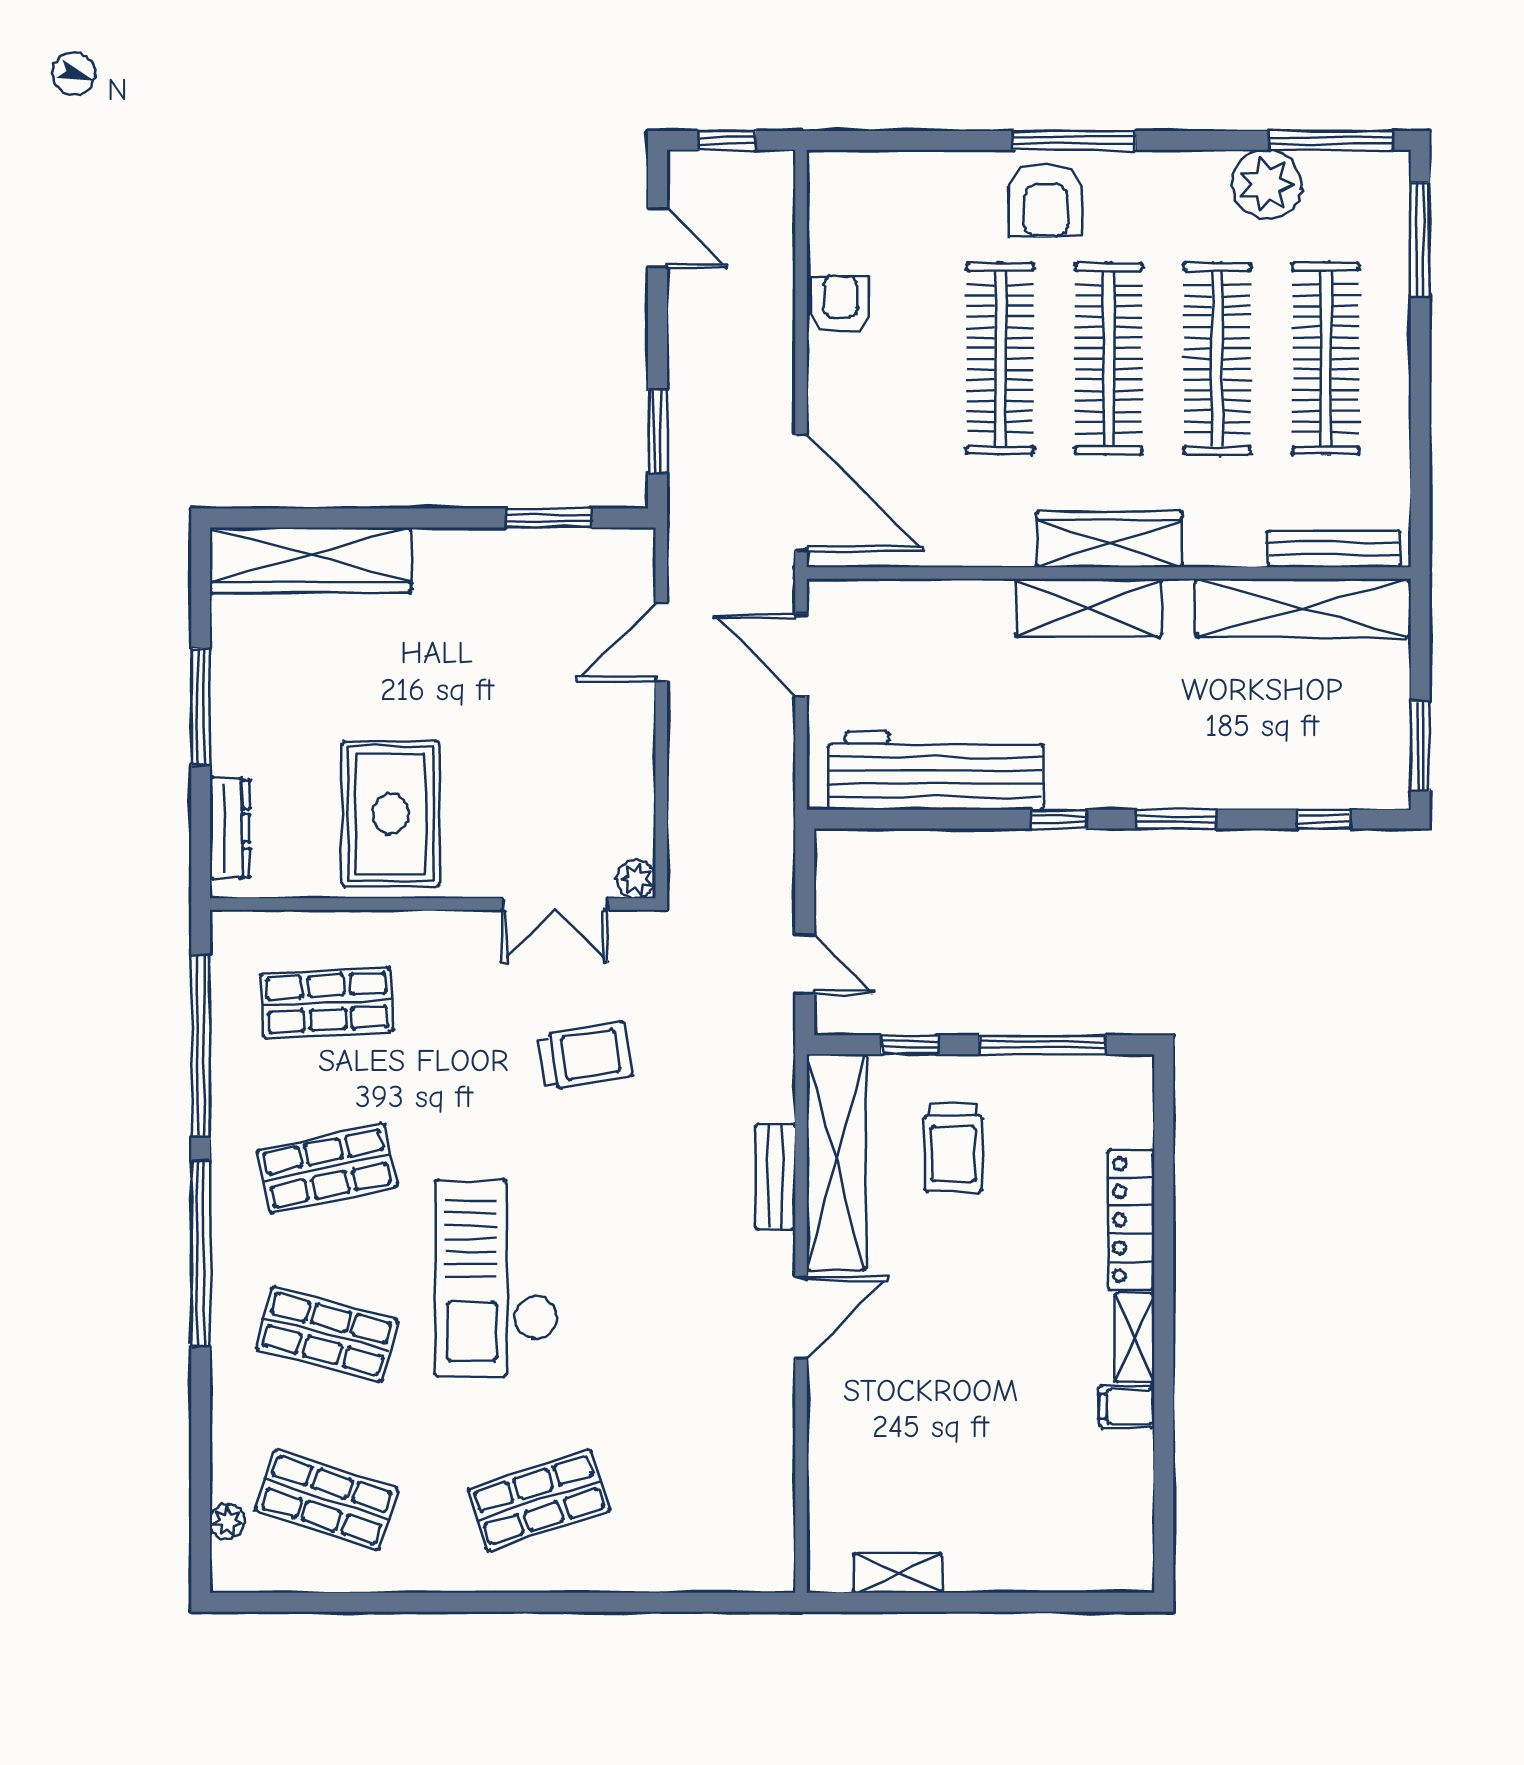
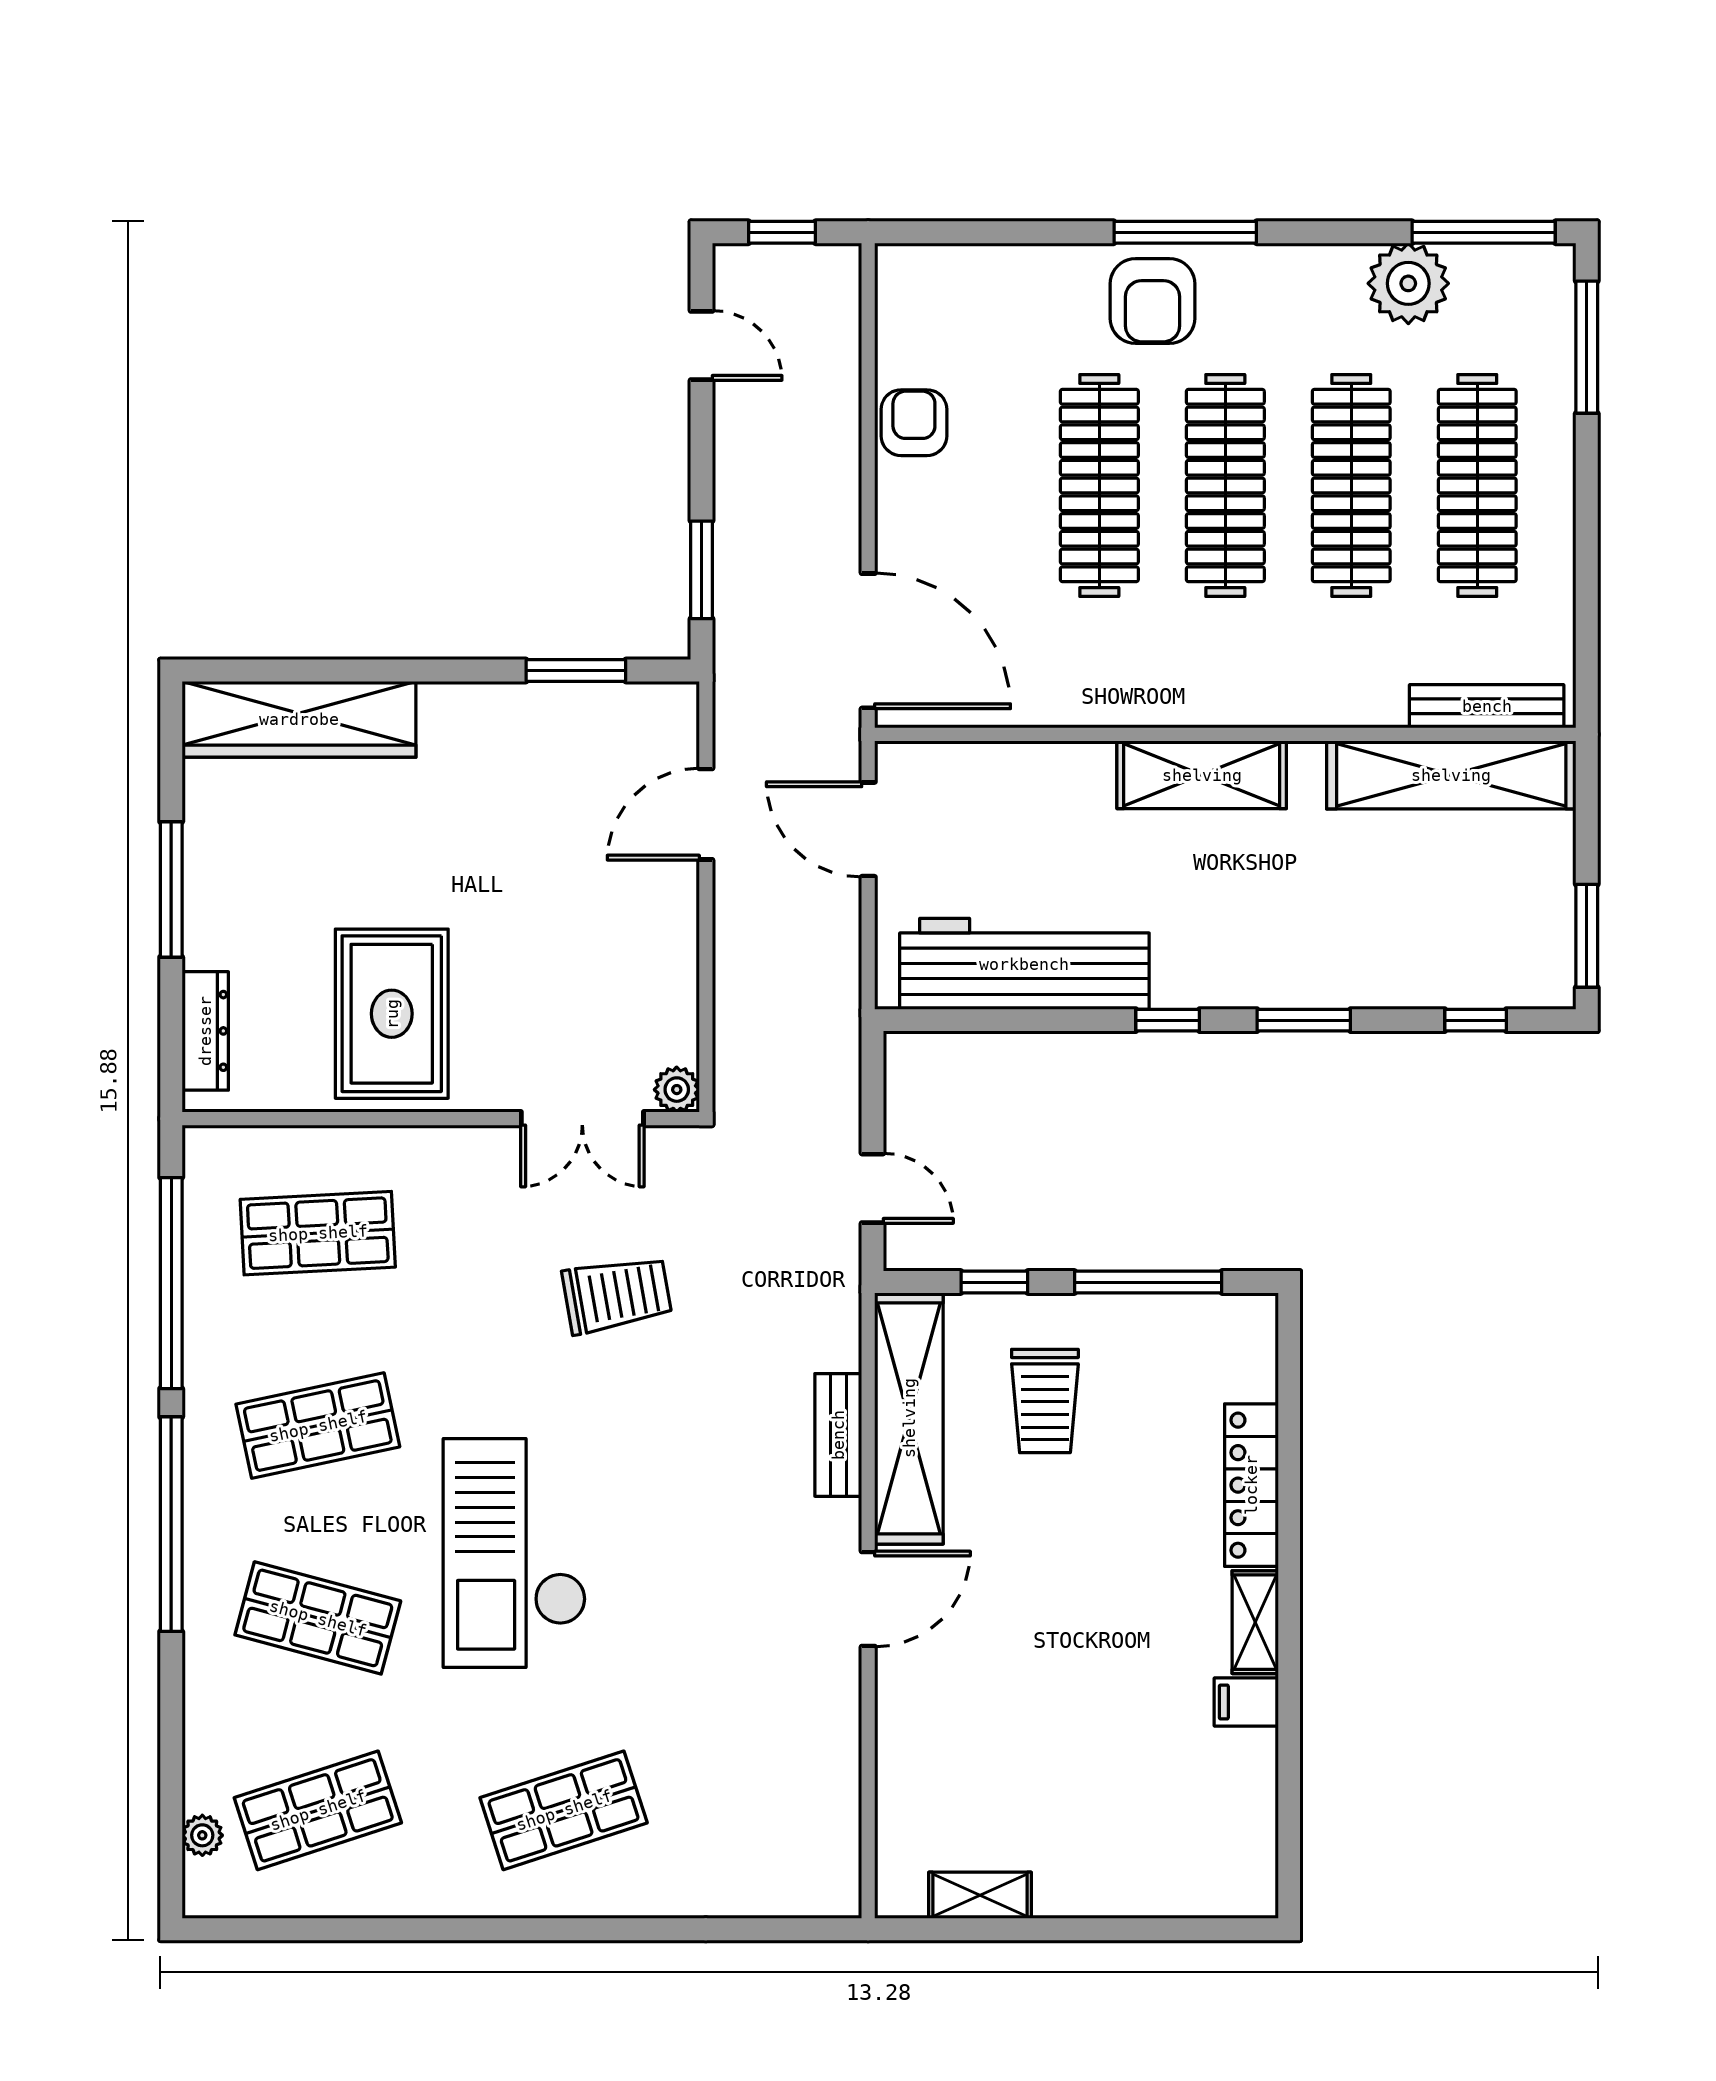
wardrobe: (1109, 539) -> (1226, 695), removed
shop shelf: (327, 1500) -> (318, 1810), turned -36

